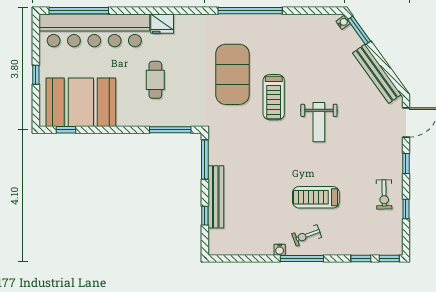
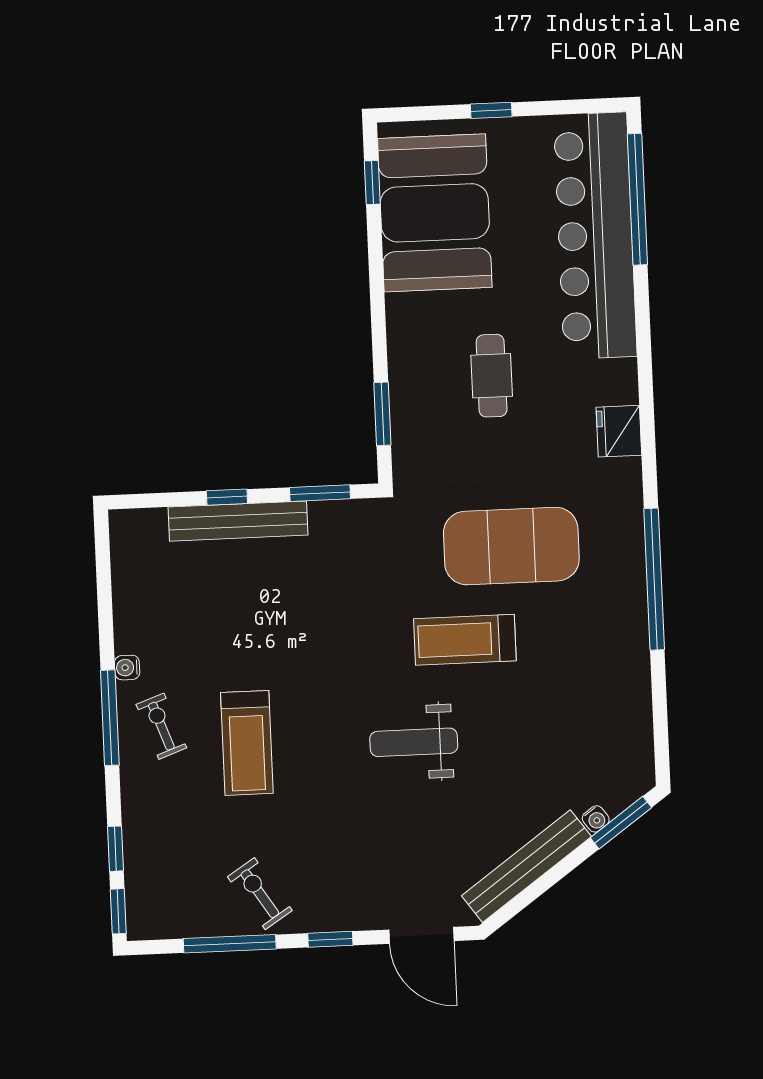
water cooler: (343, 22) -> (596, 819), moved
fridge: (162, 24) -> (619, 431), moved
cafe table: (155, 80) -> (492, 376), turned 90
window: (170, 130) -> (382, 414), width x0.69
window: (205, 159) -> (320, 493), width x0.69
exercise bike: (384, 194) -> (260, 894), turned 58
treadmill: (316, 197) -> (247, 743), turned 180
window: (406, 209) -> (230, 944), width x2.17
window: (205, 216) -> (227, 497), moved

